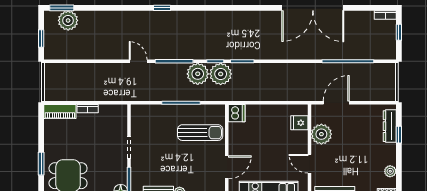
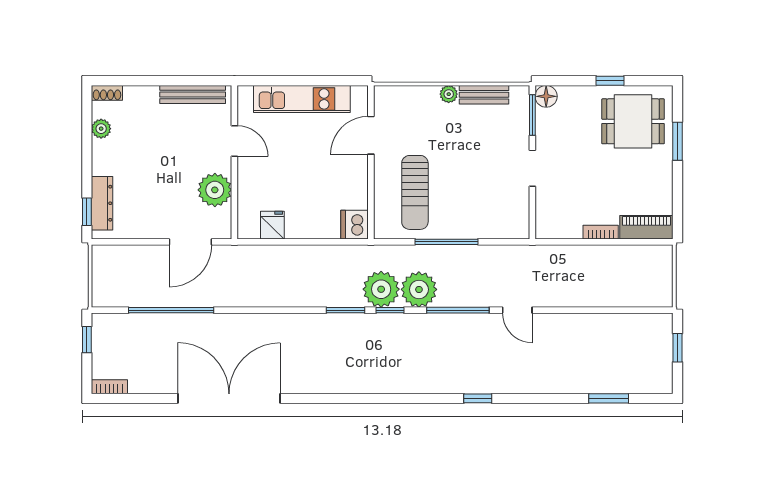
window: (62, 8) -> (609, 398), moved
plant: (68, 20) -> (633, 378), removed
window: (399, 32) -> (87, 340), moved
fridge: (299, 123) -> (272, 225), moved, turned -90
sun lounger: (200, 133) -> (415, 192), turned -90
window: (399, 135) -> (87, 212), moved

